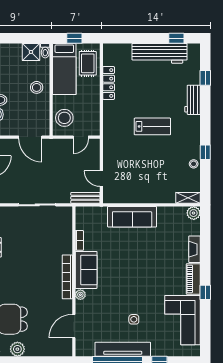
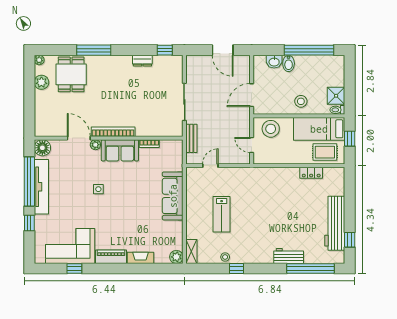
window: (205, 78) -> (310, 269), width x3.17
locker: (109, 83) -> (311, 173), width x0.66
lab bench: (152, 126) -> (222, 214), moved
bench: (85, 198) -> (191, 138), moved
window: (205, 292) -> (74, 269), moved
side table: (134, 319) -> (98, 189), moved
door: (74, 326) -> (79, 138), moved
floor lamp: (83, 348) -> (42, 148), added

